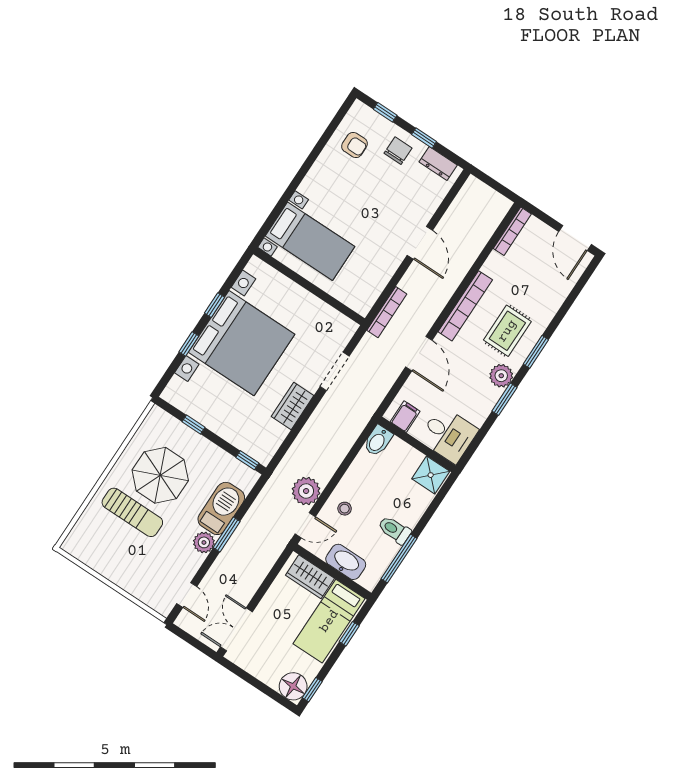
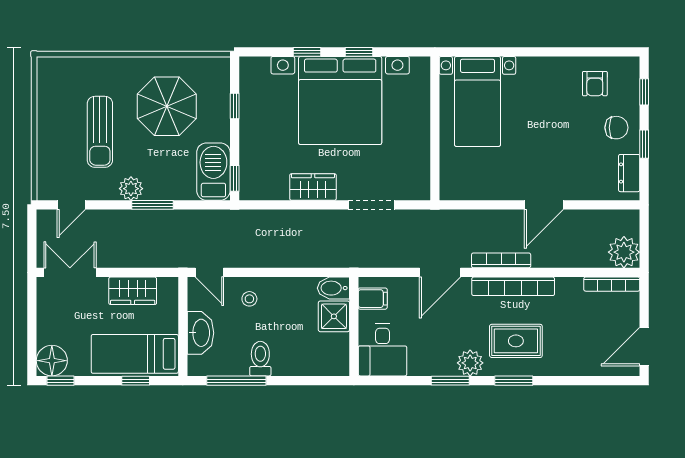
bookcase: (387, 312) -> (501, 260), moved, turned 180
shower: (431, 475) -> (334, 316), moved
plant: (306, 491) -> (624, 252), moved
barbecue: (221, 508) -> (213, 172), moved, turned -90
sun lounger: (132, 512) -> (100, 132), moved
wardrobe: (310, 577) -> (133, 291), moved, turned -90

